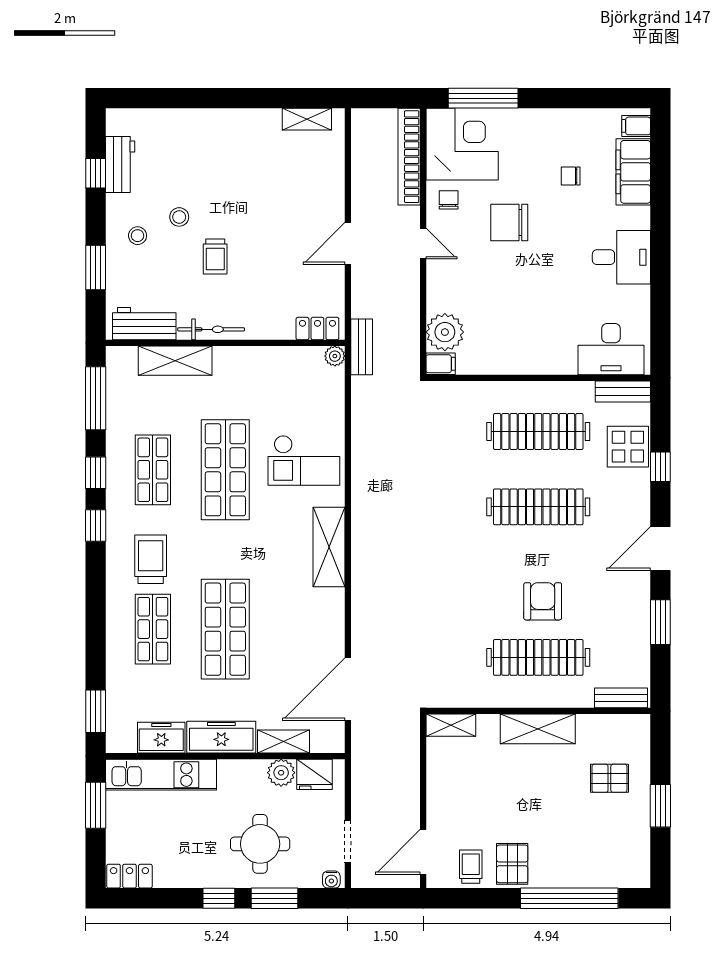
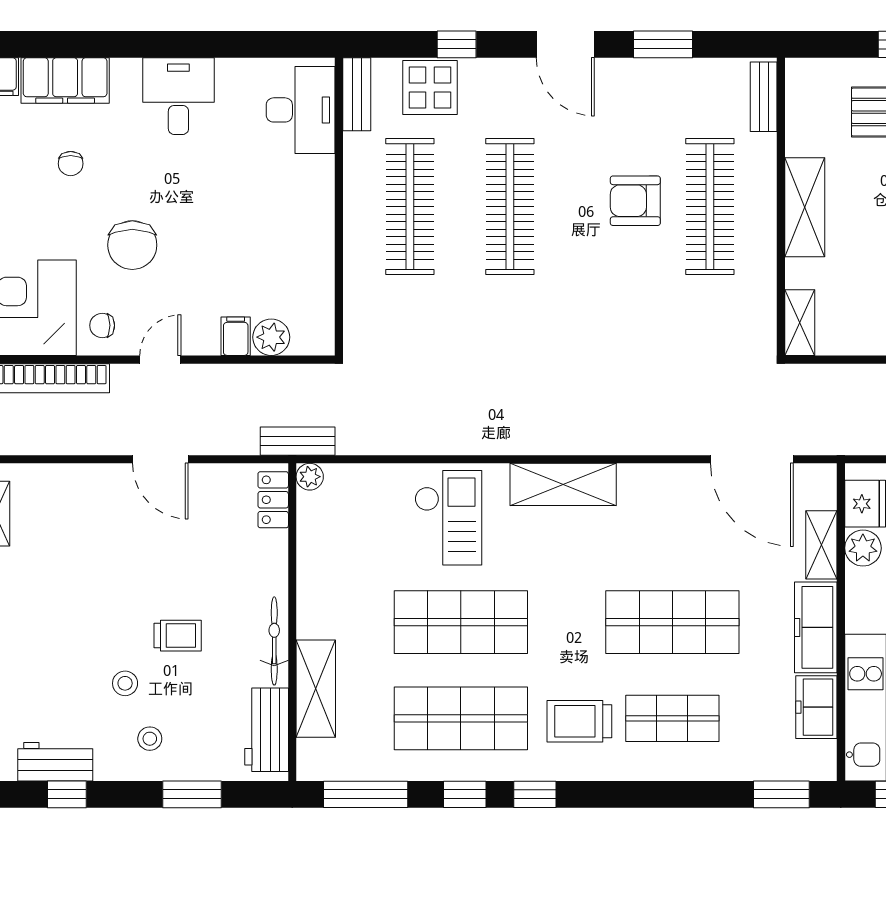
plant: (445, 332) -> (271, 337), width x0.73, depth x0.73
filing cabinet: (441, 364) -> (236, 336), moved
shop shelf: (153, 470) -> (461, 718), width x1.43, depth x1.36

